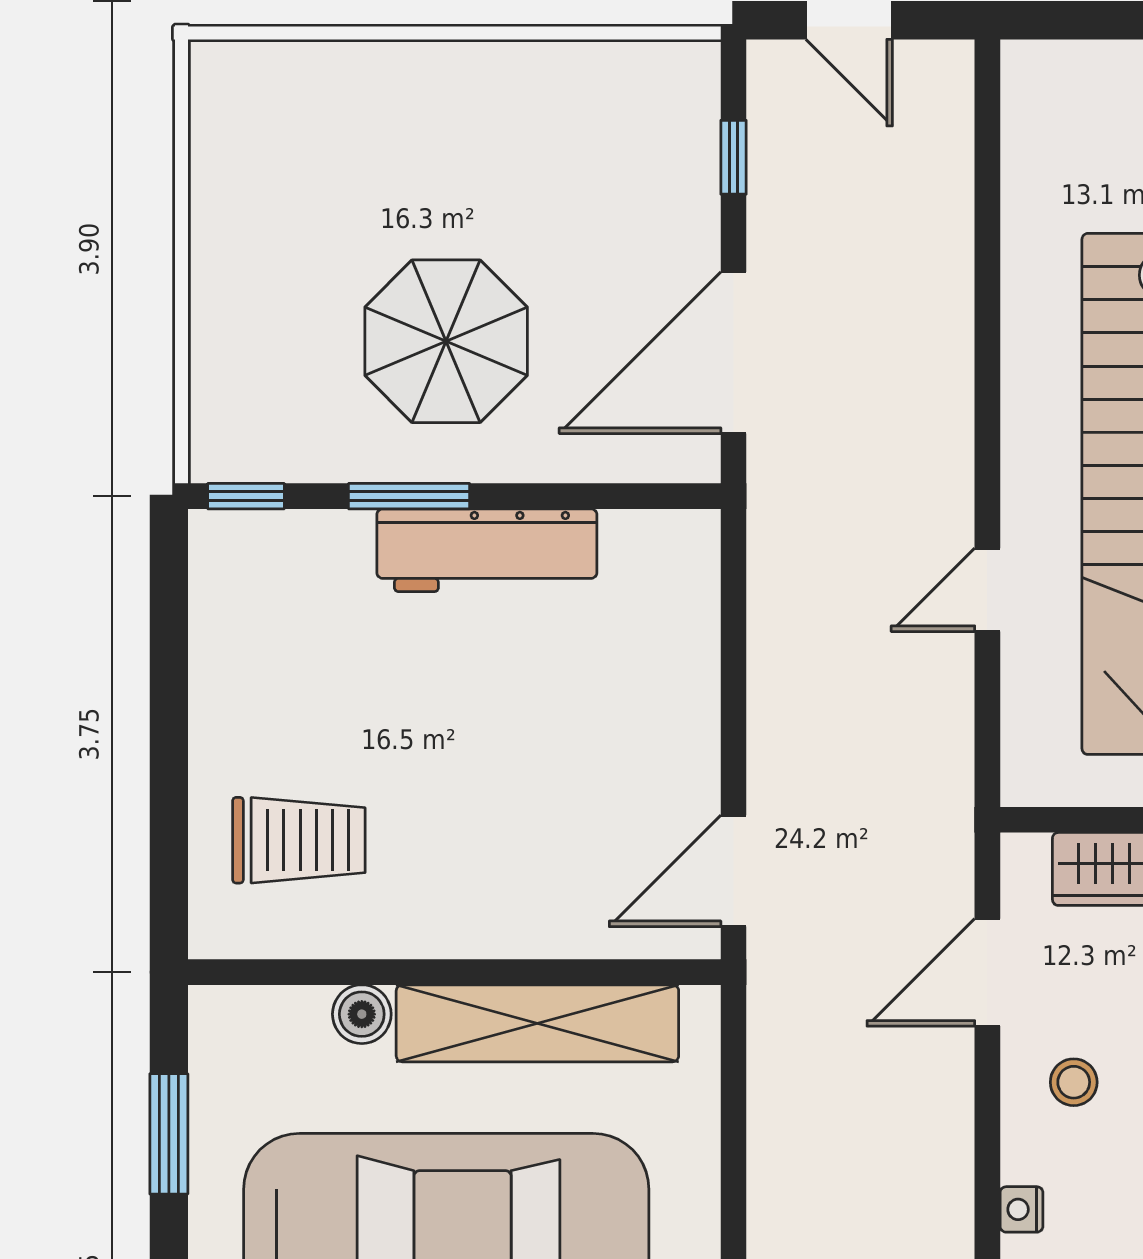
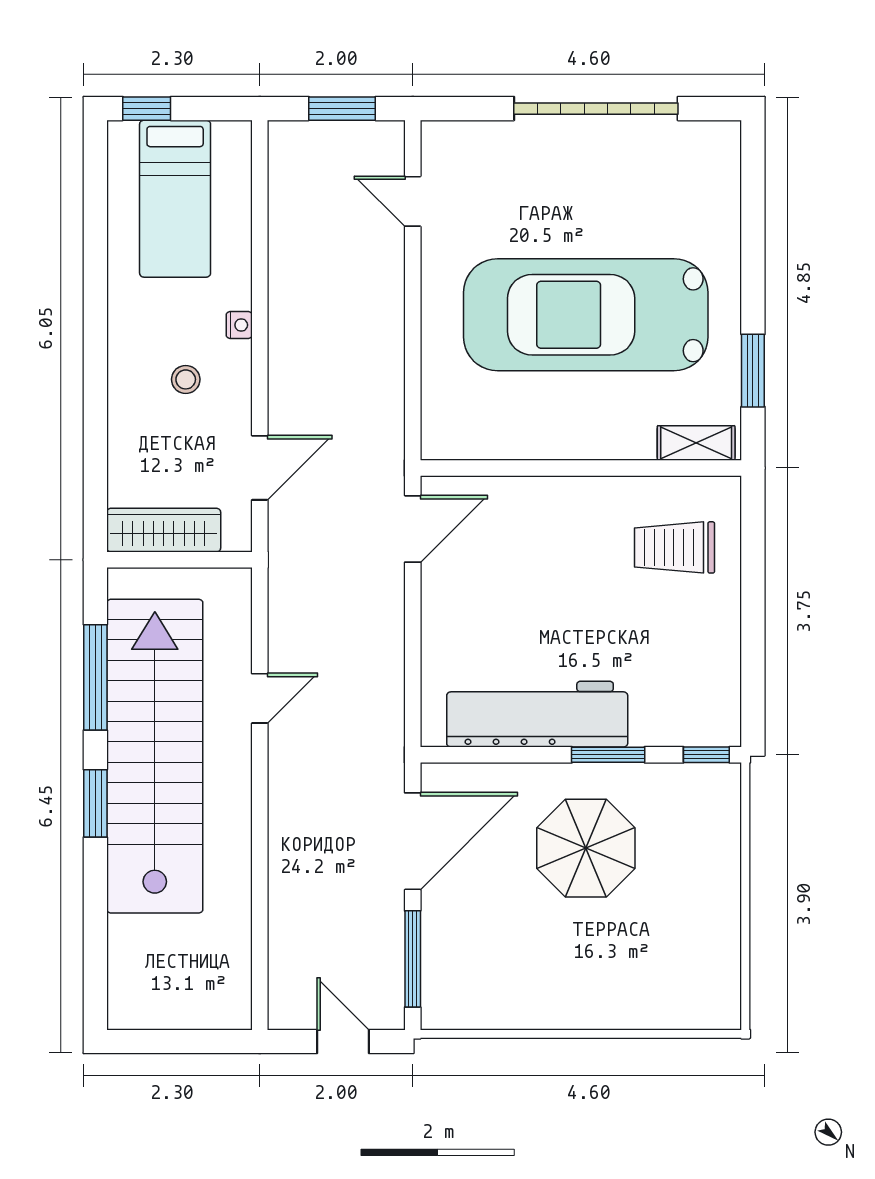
window: (734, 157) -> (413, 959), width x2.17
workbench: (487, 550) -> (537, 714), width x1.36, depth x1.32
boiler: (362, 1014) -> (637, 443), removed
shelving: (537, 1023) -> (696, 443), moved, width x0.45, depth x0.75
stool: (1074, 1082) -> (186, 379), moved

